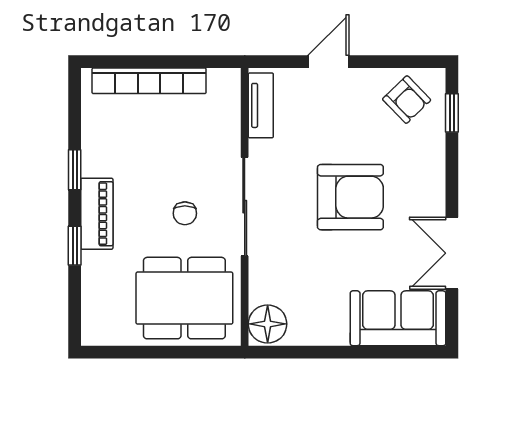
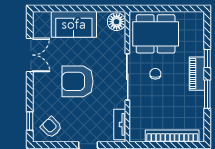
window: (75, 170) -> (207, 94), width x1.50
sofa: (398, 318) -> (74, 24), moved

